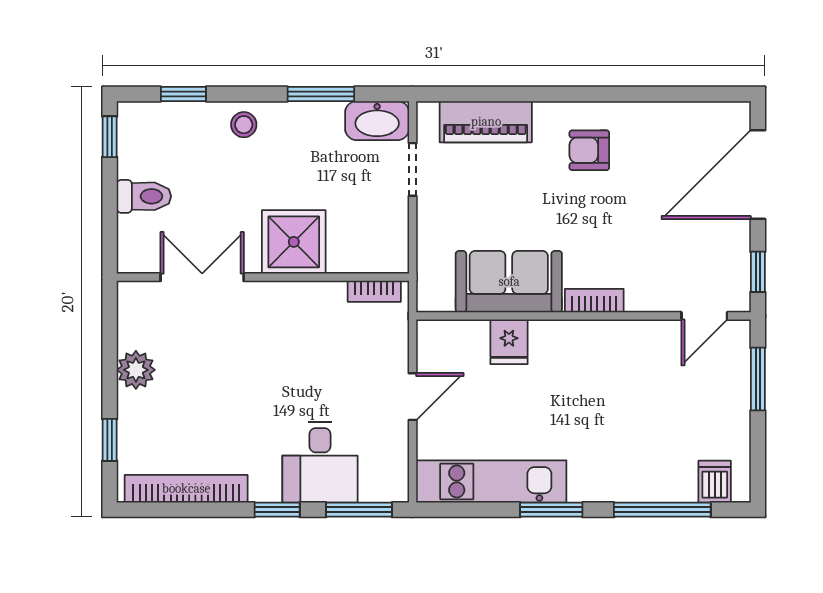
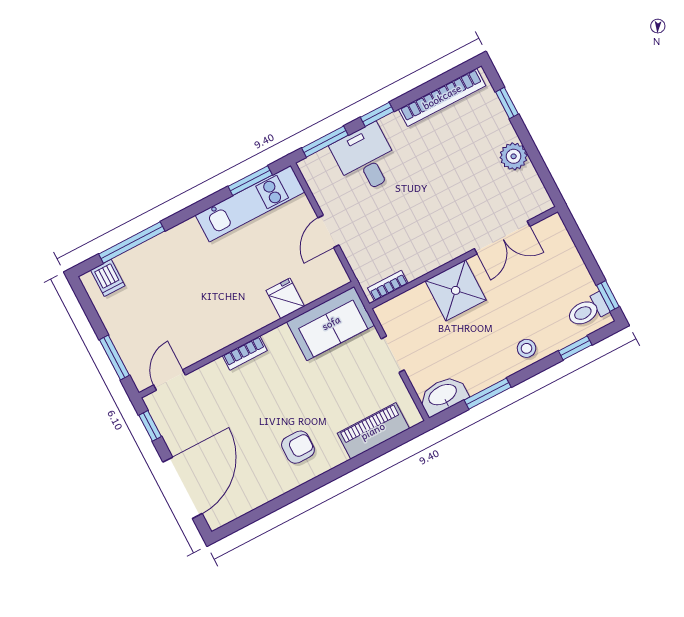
doorway: (413, 169) -> (393, 354), moved
toilet: (144, 196) -> (588, 311), moved
sofa: (509, 282) -> (331, 323), moved
window: (551, 510) -> (250, 181), moved

